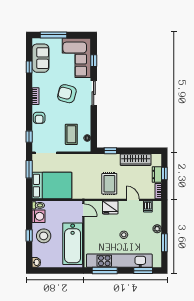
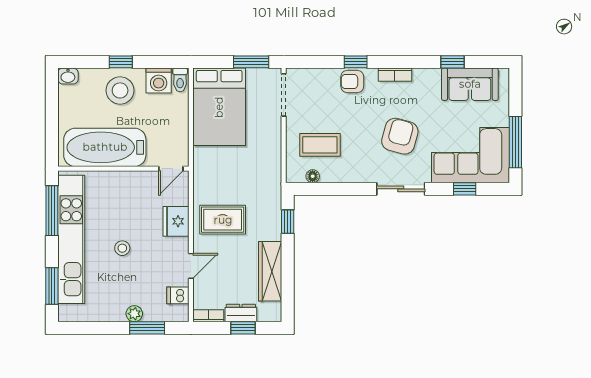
window: (53, 35) -> (515, 142), moved
window: (29, 137) -> (356, 62), moved
window: (164, 243) -> (147, 328), moved

